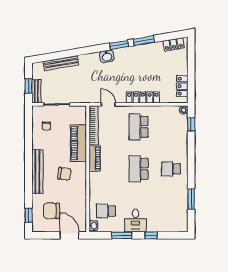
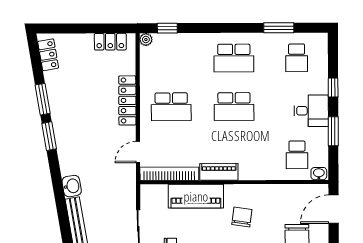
washbasin: (107, 56) -> (72, 186), moved
school desk: (171, 169) -> (234, 58), width x1.85
school desk: (171, 211) -> (297, 58), added

